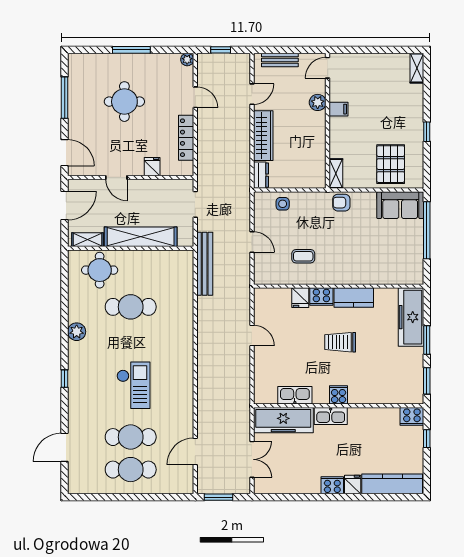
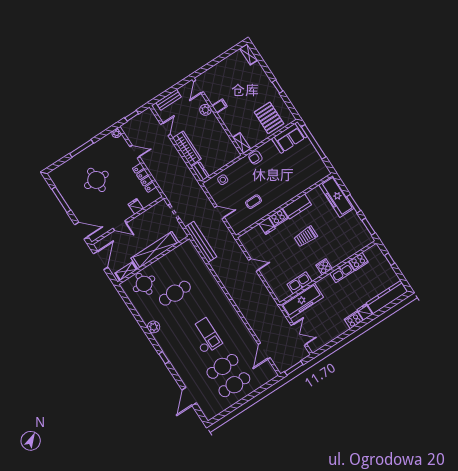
kitchen sink: (331, 416) -> (342, 272), moved
cooker: (412, 416) -> (359, 262), moved

